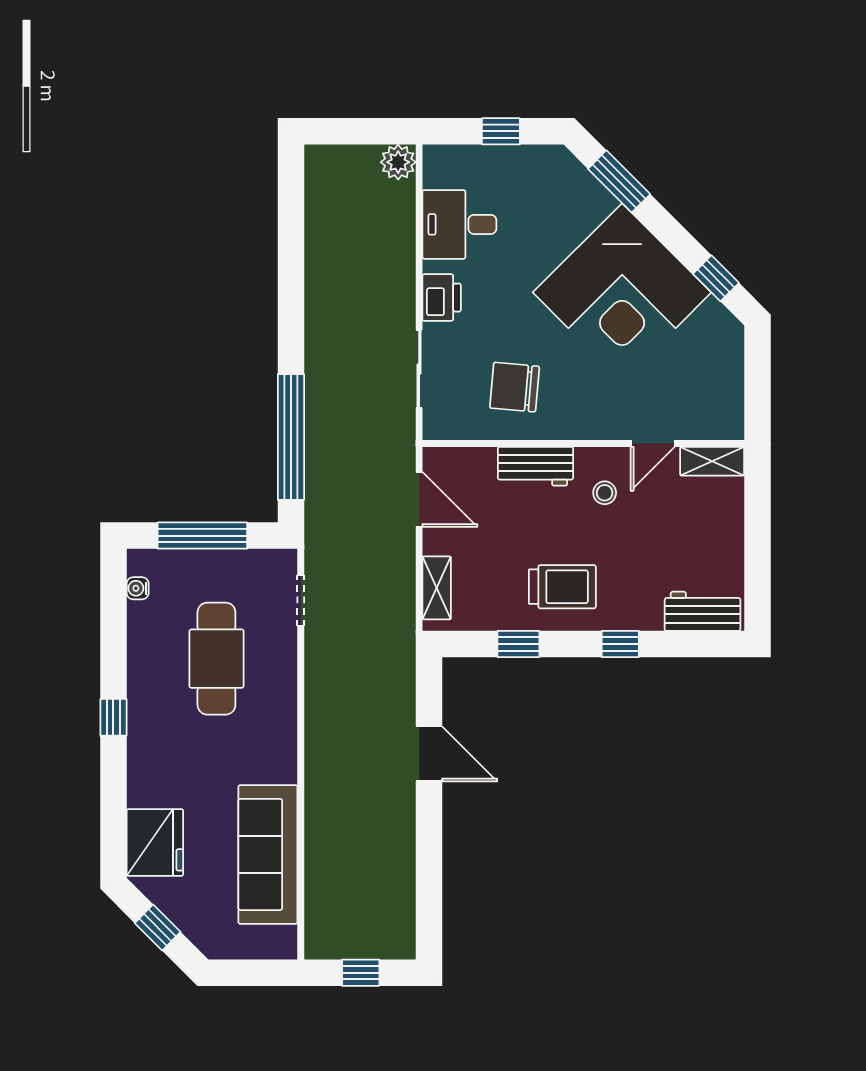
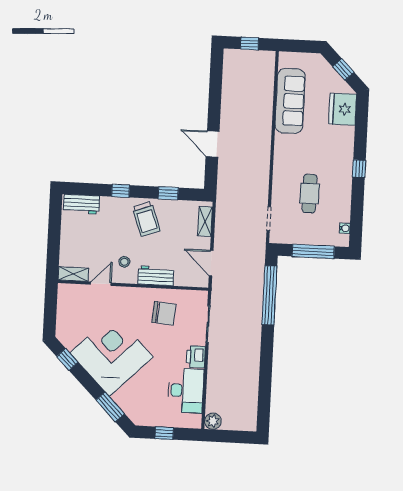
desk: (459, 224) -> (186, 391), width x1.37
trolley: (562, 587) -> (146, 219), turned -110
cafe table: (216, 659) -> (310, 194), width x0.73, depth x0.74

